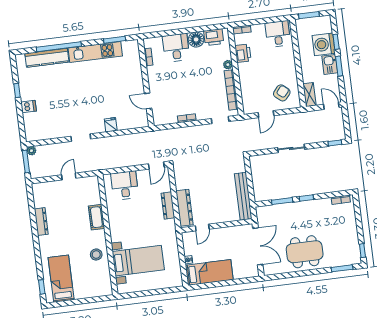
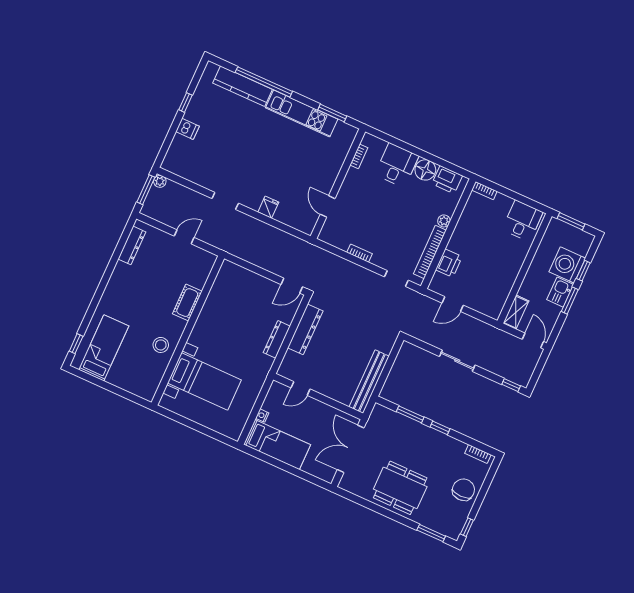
printer: (243, 53) -> (449, 263), moved
armchair: (282, 93) -> (486, 291), removed
desk: (125, 185) -> (242, 286), removed
dresser: (185, 208) -> (305, 329), moved
dresser: (41, 222) -> (132, 245), moved
chair: (346, 228) -> (463, 490), added
double door: (258, 246) -> (351, 449), swing flipped

